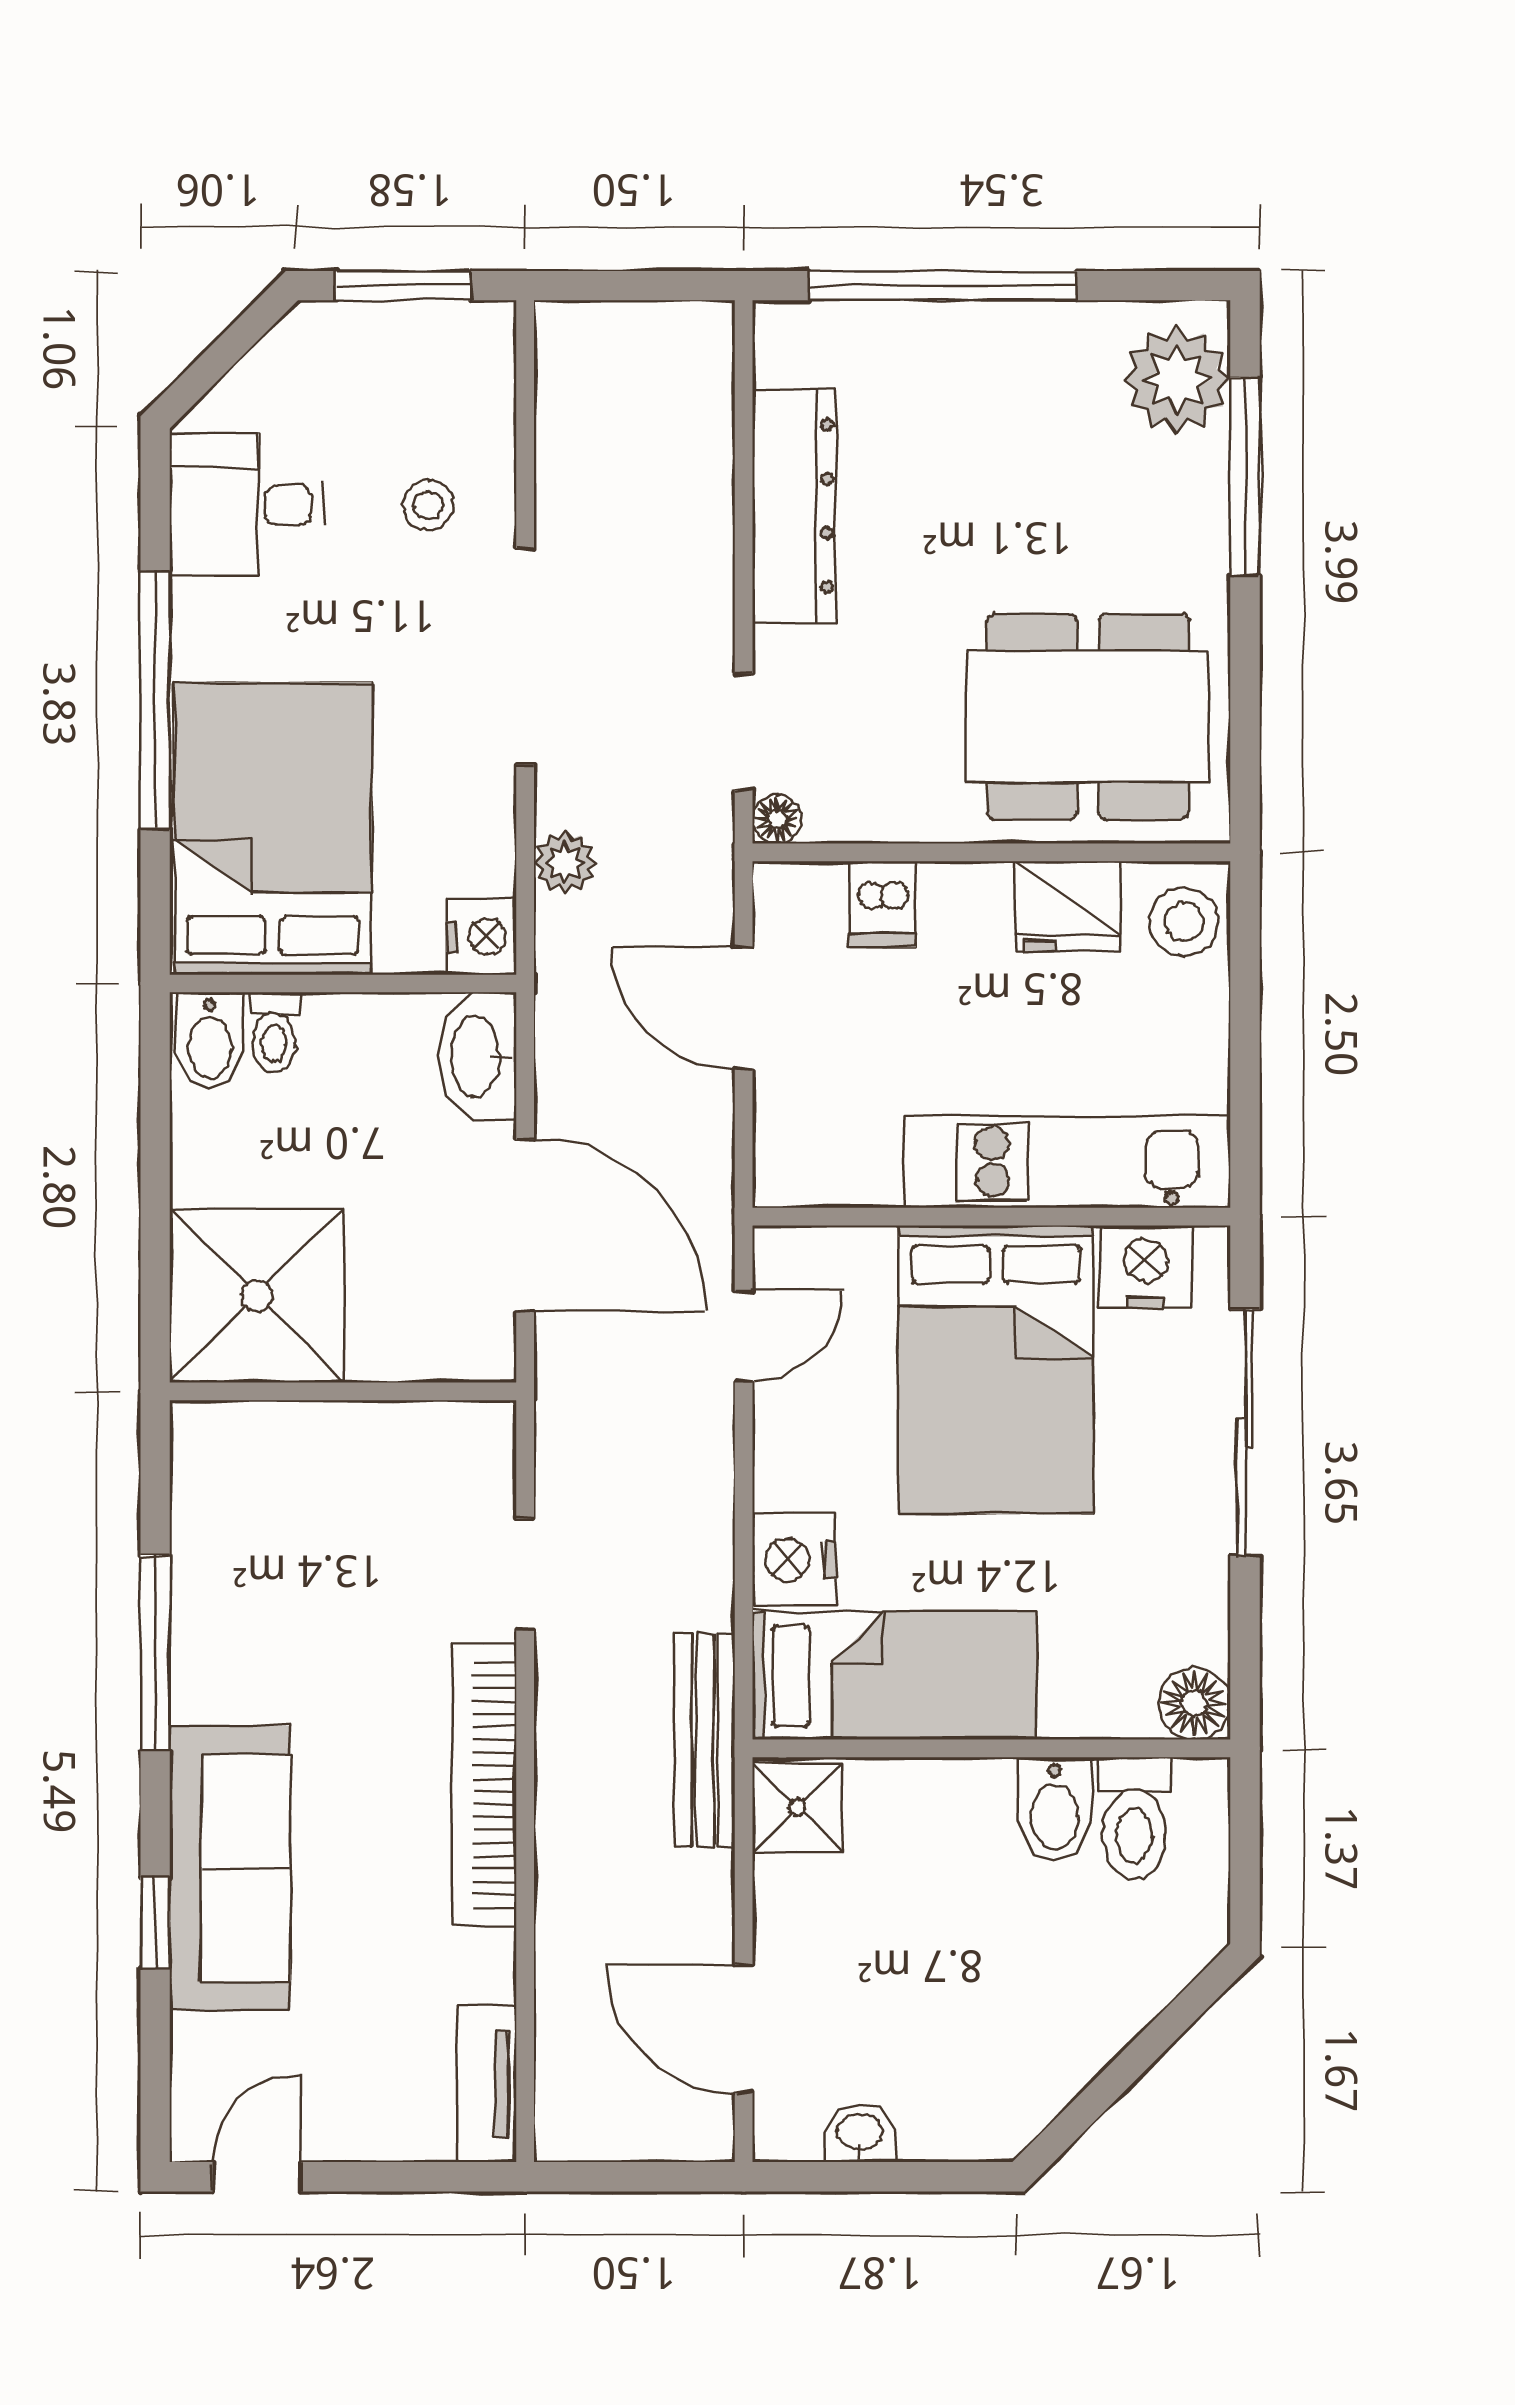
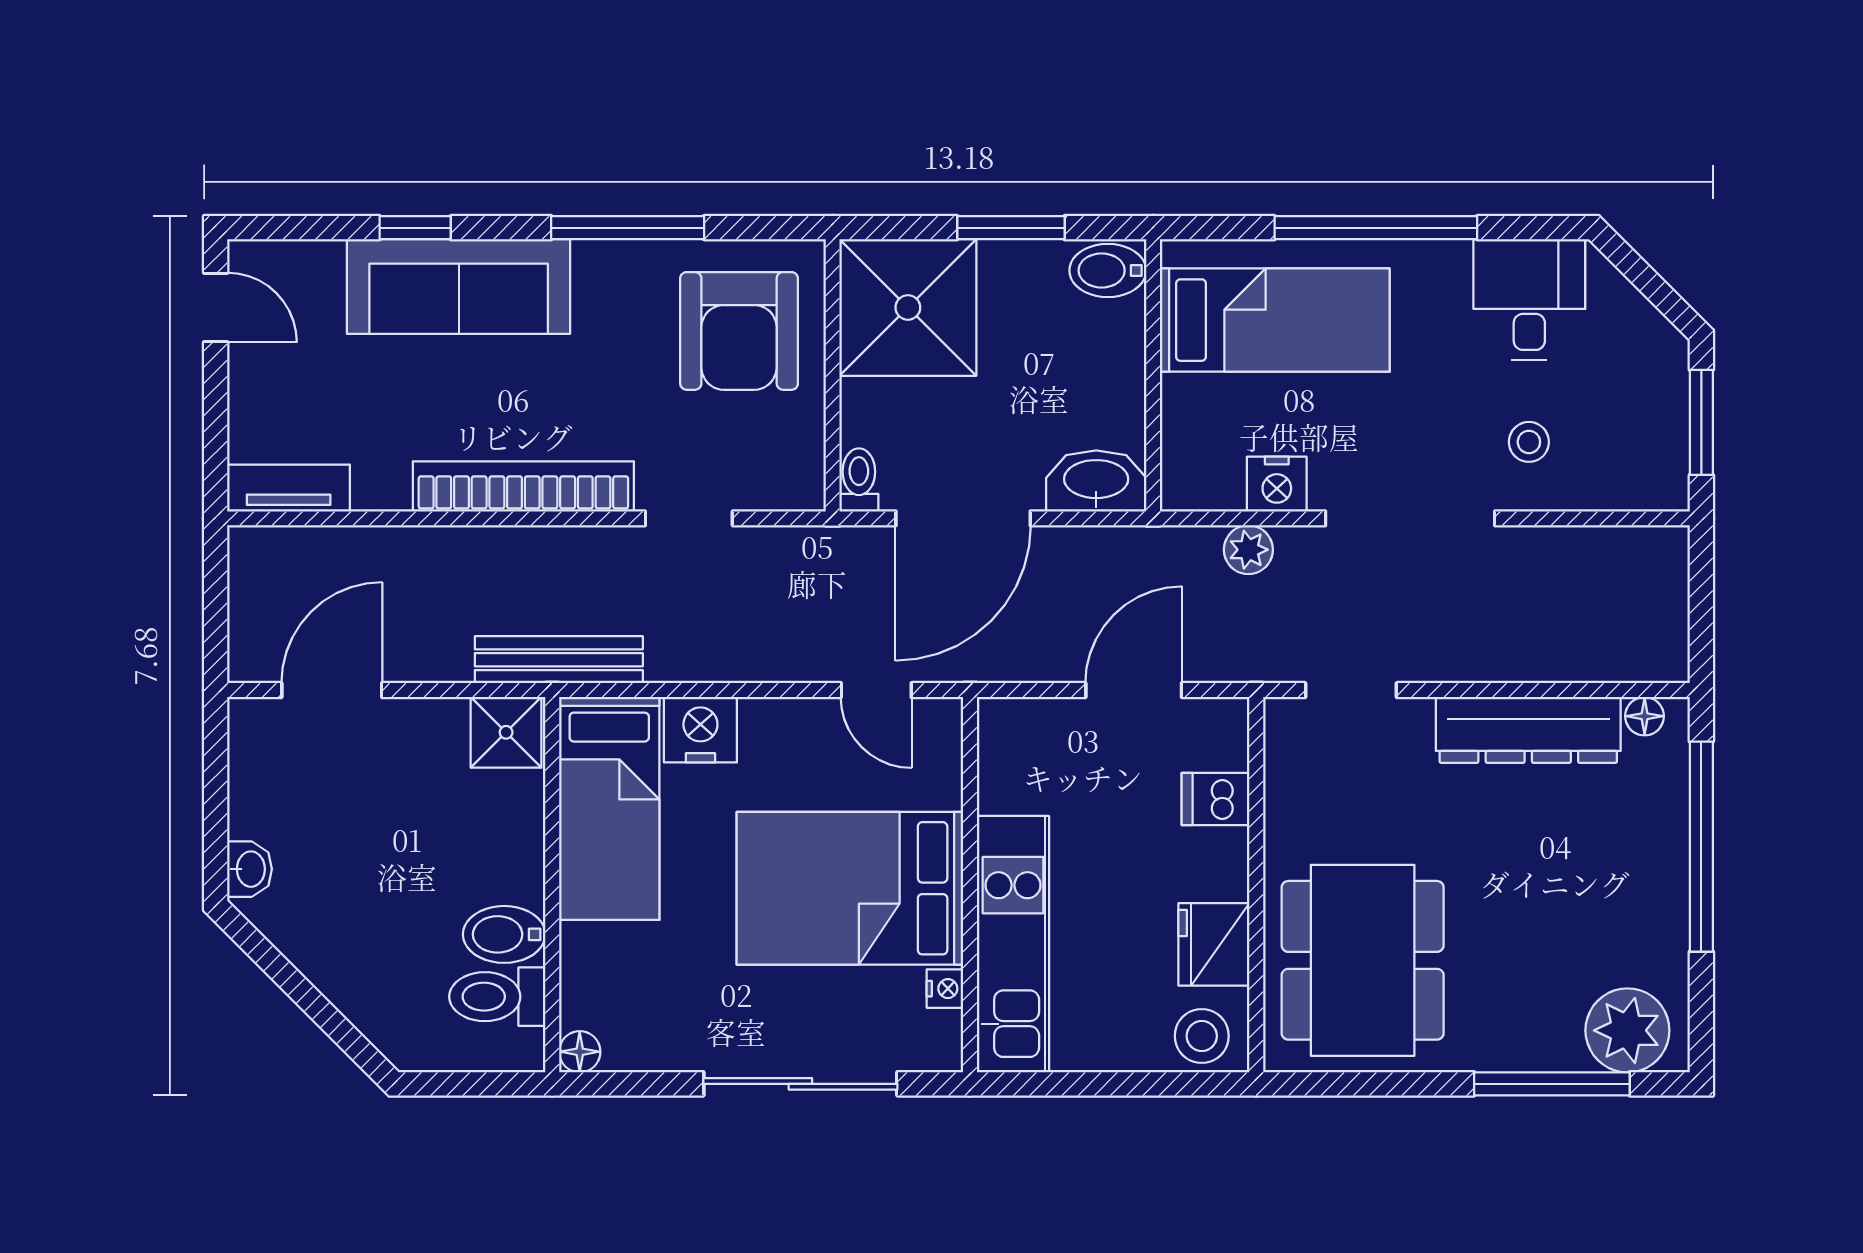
floor lamp: (777, 819) -> (1645, 716), moved
bed: (273, 829) -> (1275, 320), width x0.67
nightstand: (482, 937) -> (1277, 484), moved
toilet: (274, 1032) -> (859, 480), moved, turned 90
window: (155, 1164) -> (1011, 228), added
nightstand: (1145, 1267) -> (945, 989), width x0.53, depth x0.56
armchair: (287, 1511) -> (739, 331), added
floor lamp: (1194, 1704) -> (580, 1052), width x0.73, depth x0.73
washbasin: (860, 2134) -> (250, 869), moved

